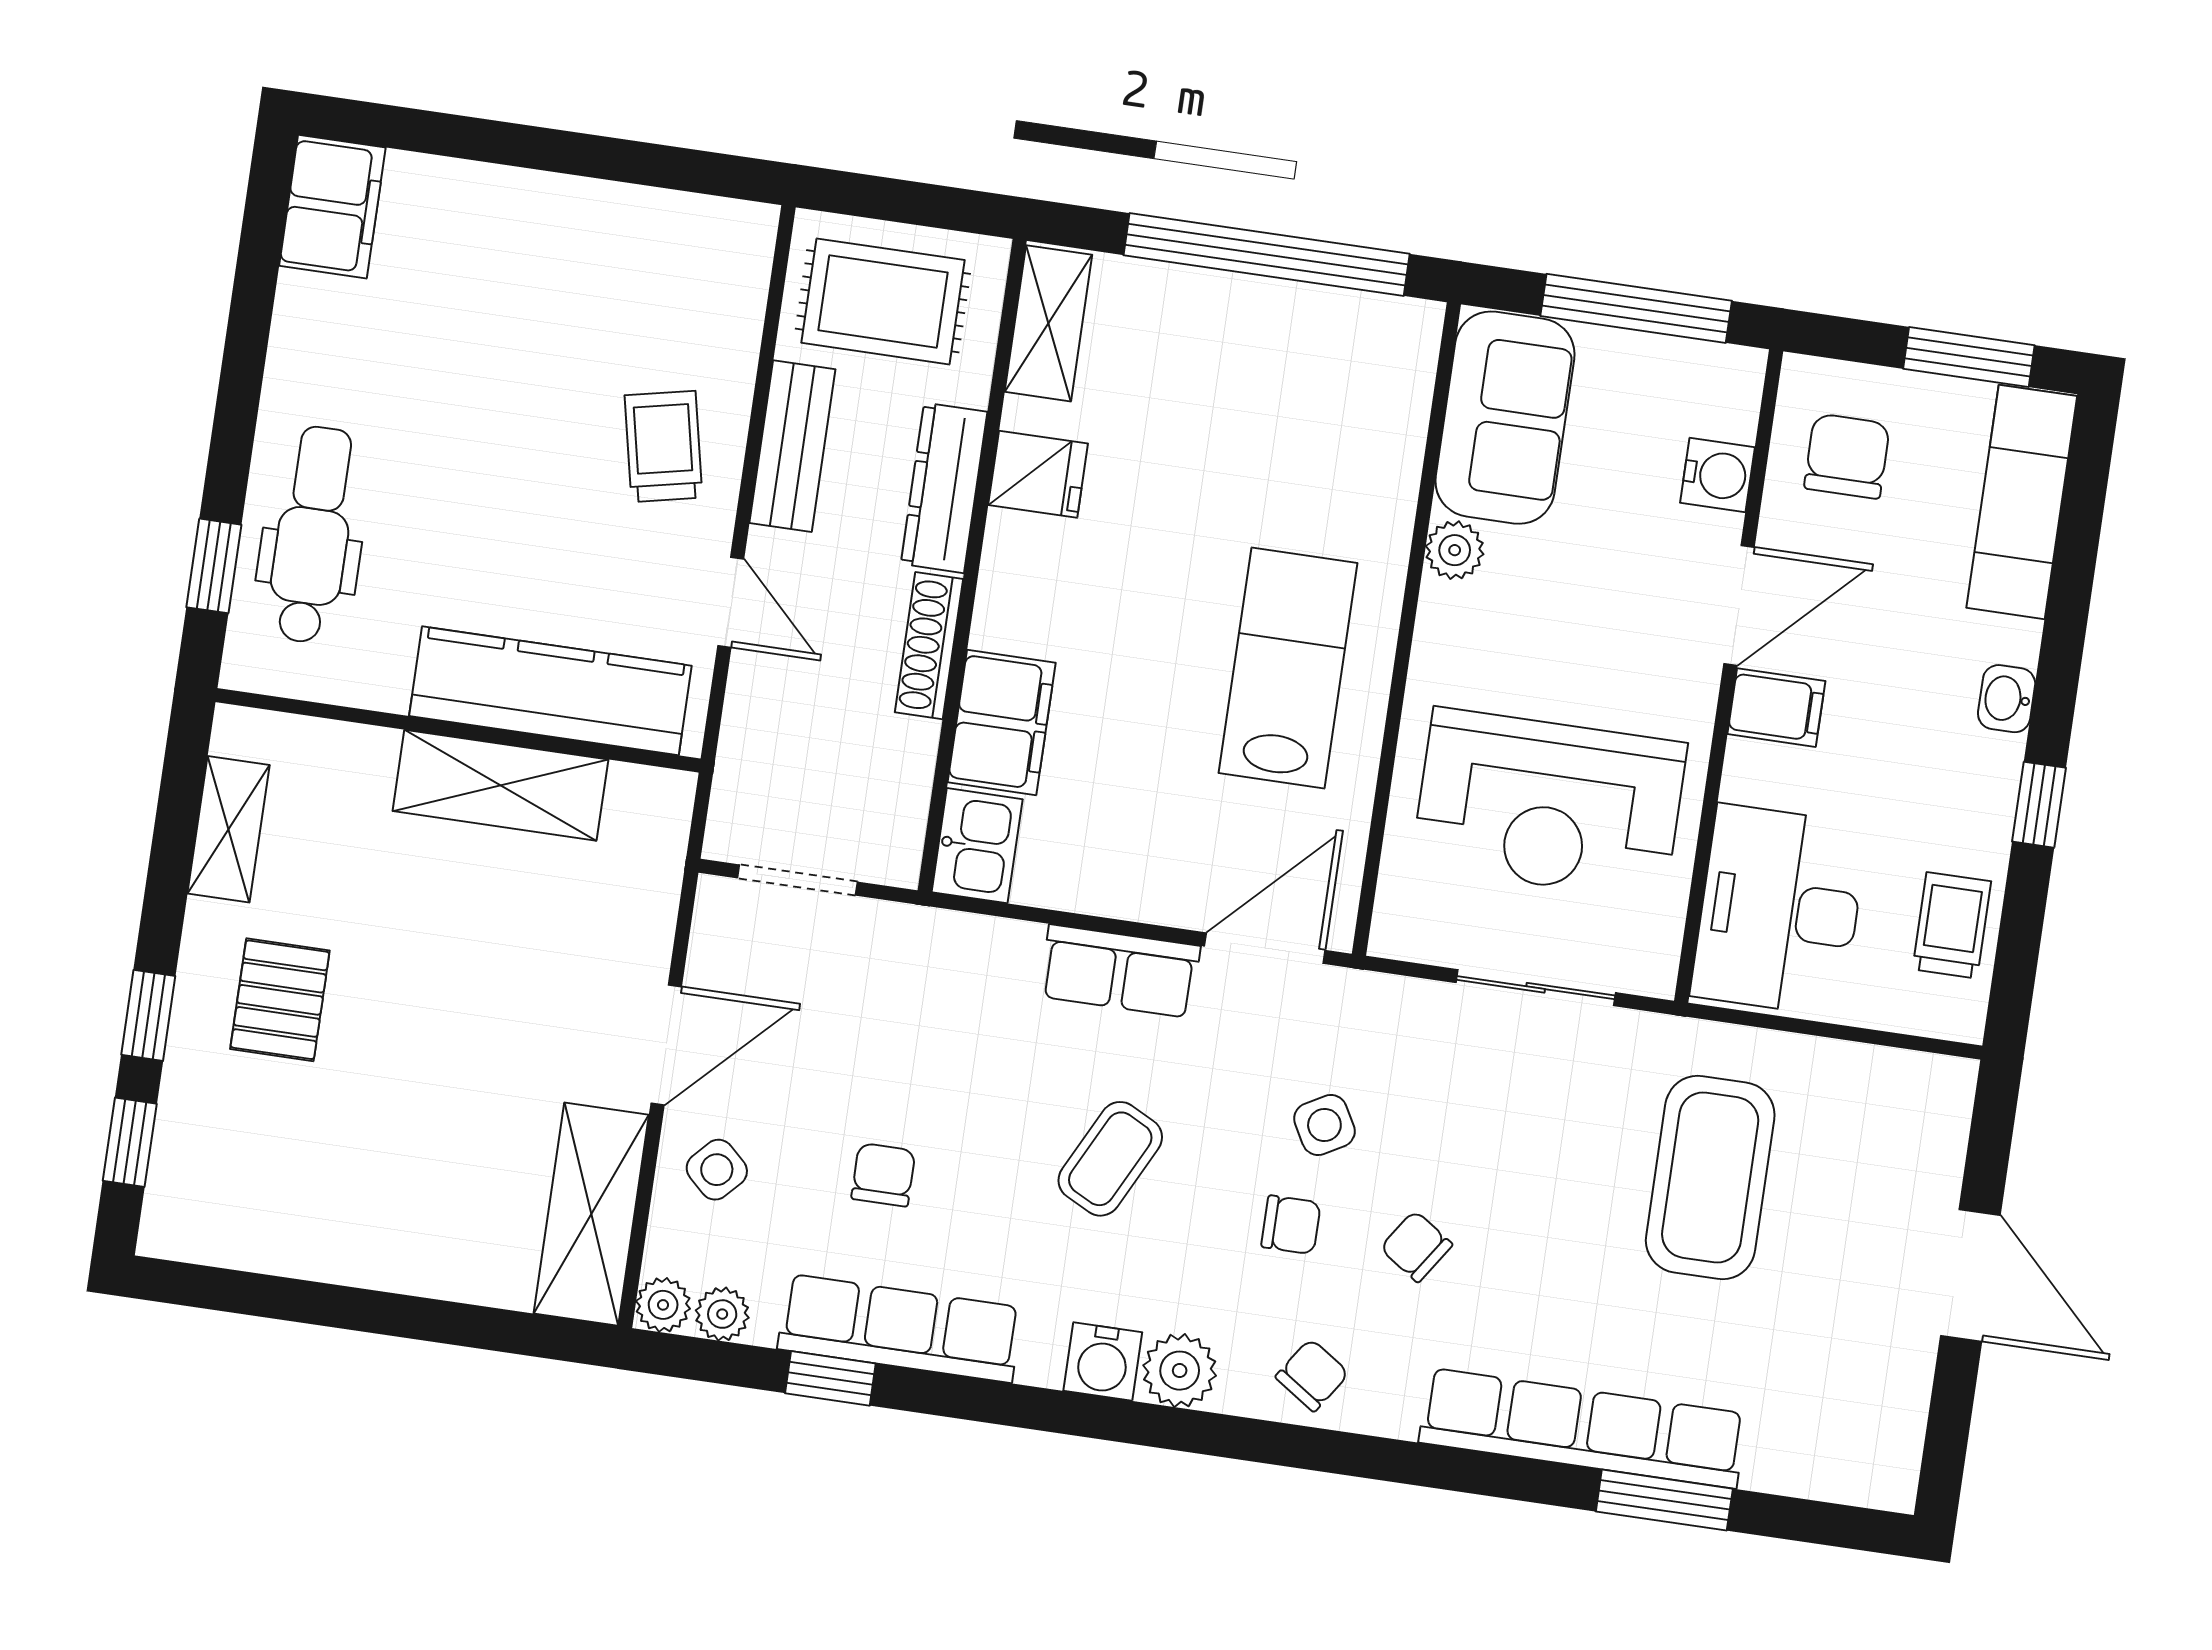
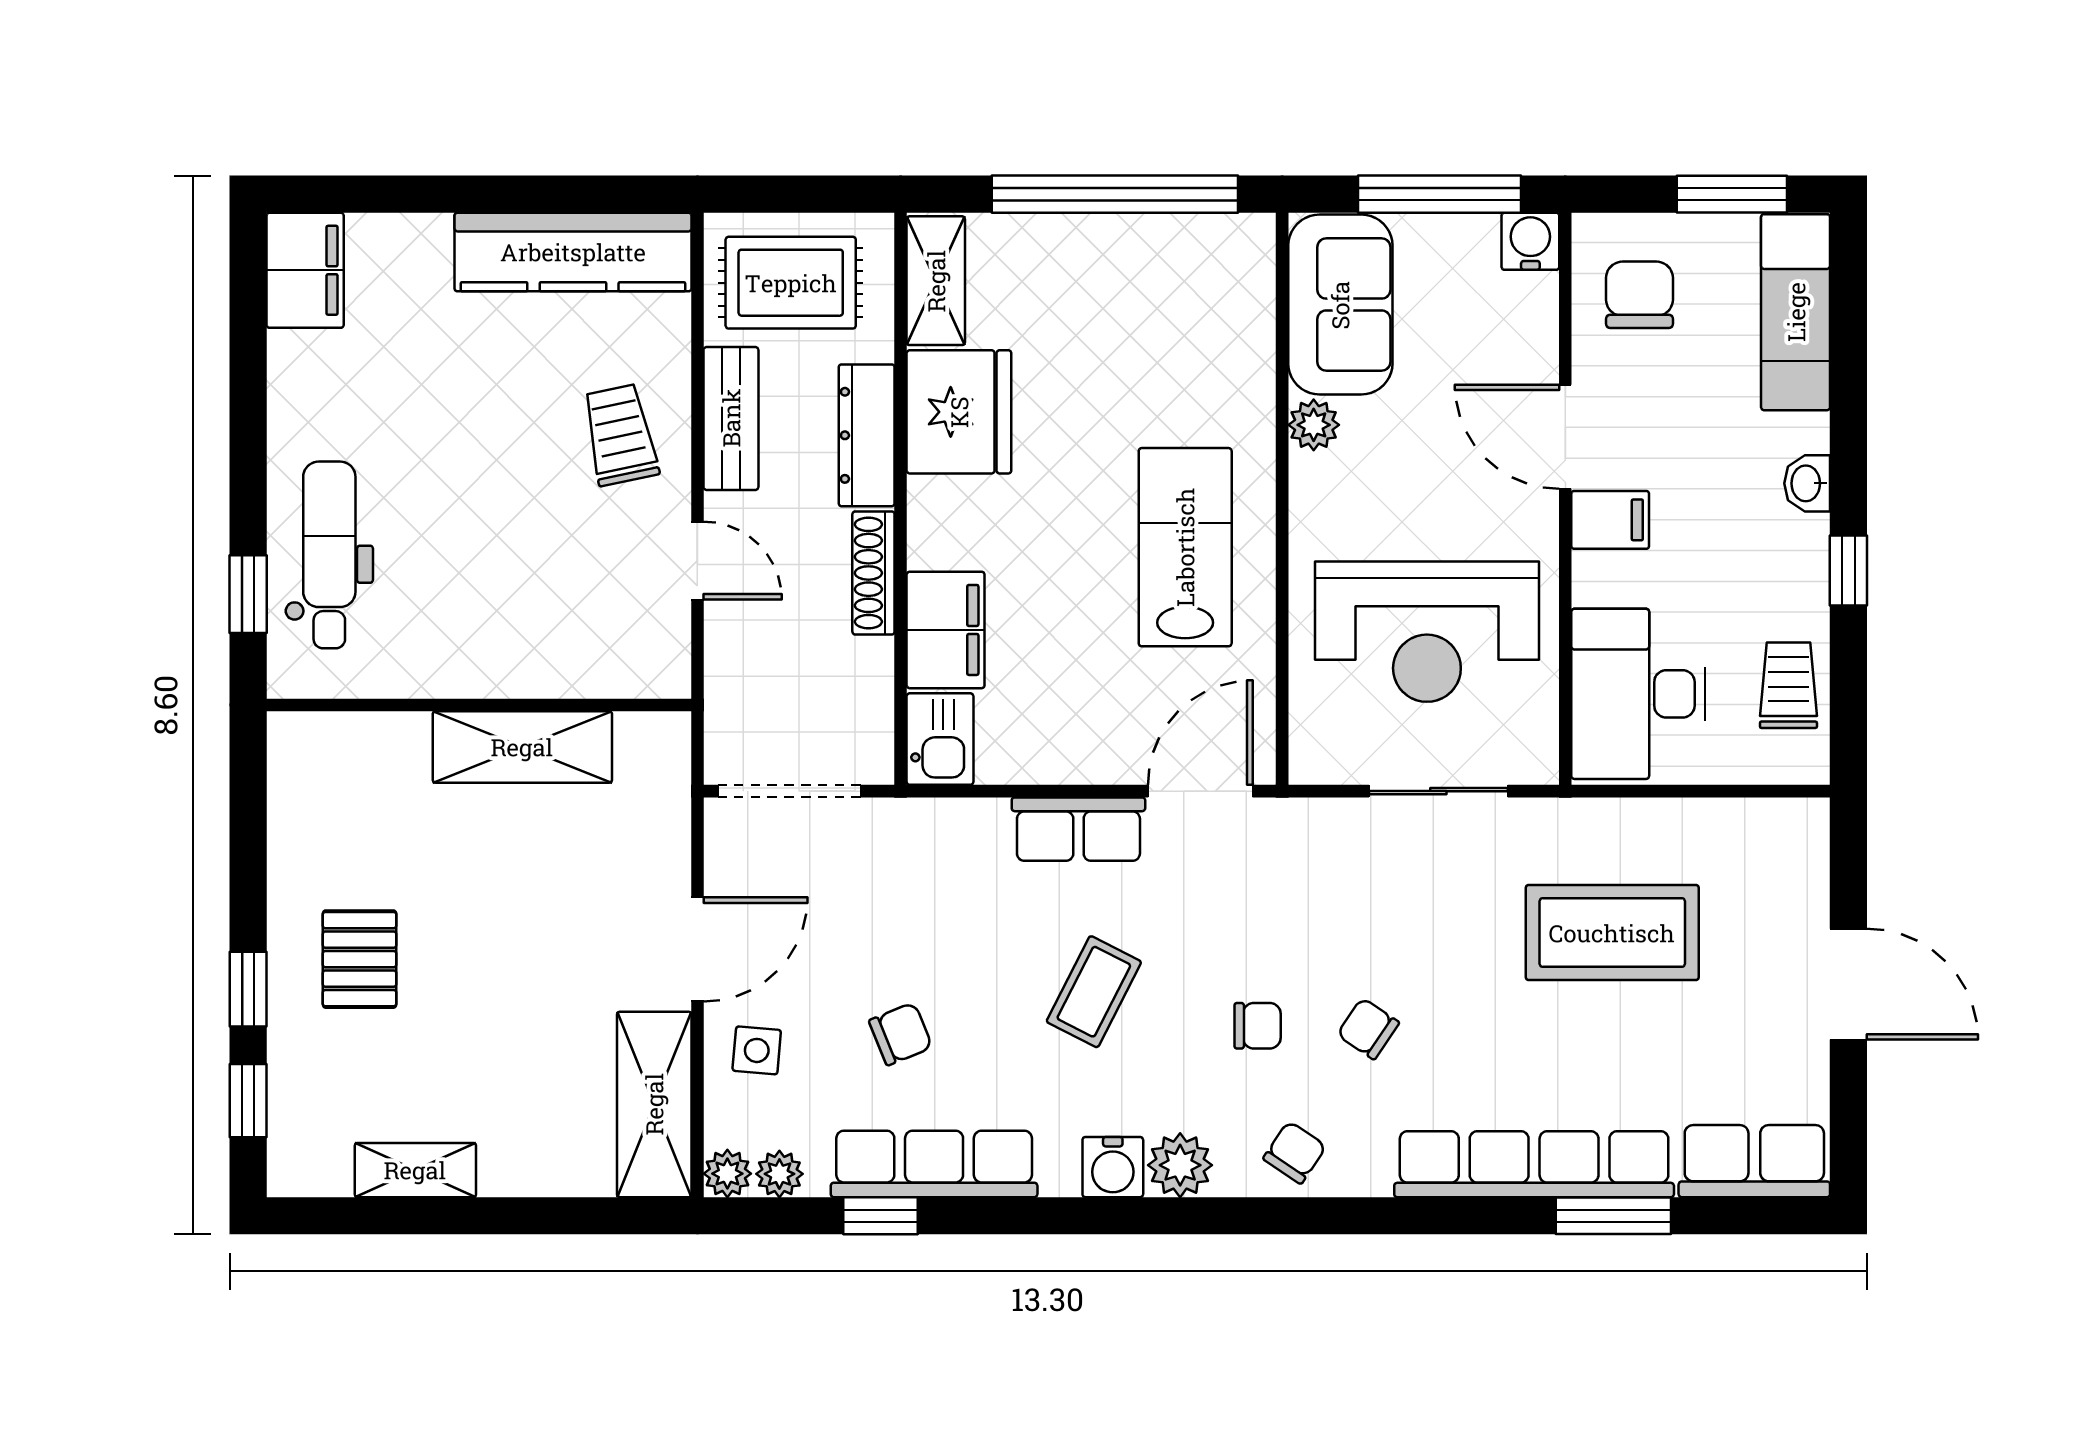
fridge: (1038, 474) -> (959, 412), width x1.88, depth x1.34
water cooler: (1717, 475) -> (1530, 241), moved, turned -90
door: (1739, 605) -> (1565, 437), swing flipped
kitchen counter: (550, 691) -> (573, 252), moved, turned 180
shelving: (229, 829) -> (415, 1170), moved, turned 90
doorway: (797, 880) -> (790, 791), width x1.38
side table: (1324, 1125) -> (1274, 936), removed
side table: (717, 1170) -> (757, 1050), turned -38
chair: (883, 1175) -> (901, 1034), turned 68
coffee table: (1710, 1178) -> (1612, 933), turned 90
row of seats: (1834, 1461) -> (1754, 1161), added

